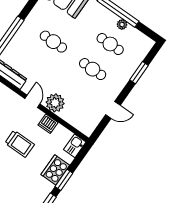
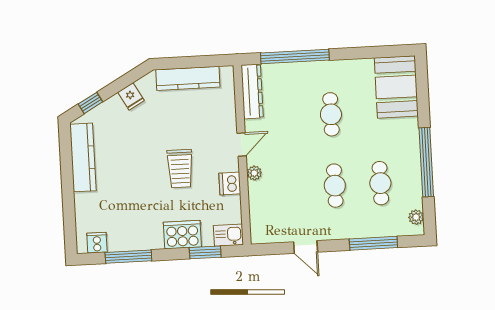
plant: (122, 25) -> (416, 217), moved
window: (139, 73) -> (373, 243), width x1.44
plant: (55, 103) -> (254, 173), width x0.53, depth x0.53
window: (64, 180) -> (205, 252), moved

